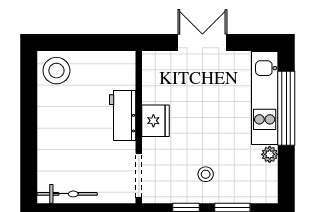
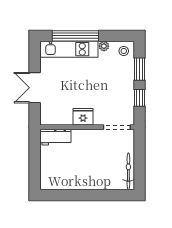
stool: (56, 71) -> (52, 178), removed
workbench: (123, 116) -> (55, 137), moved
stool: (206, 174) -> (124, 51), moved

